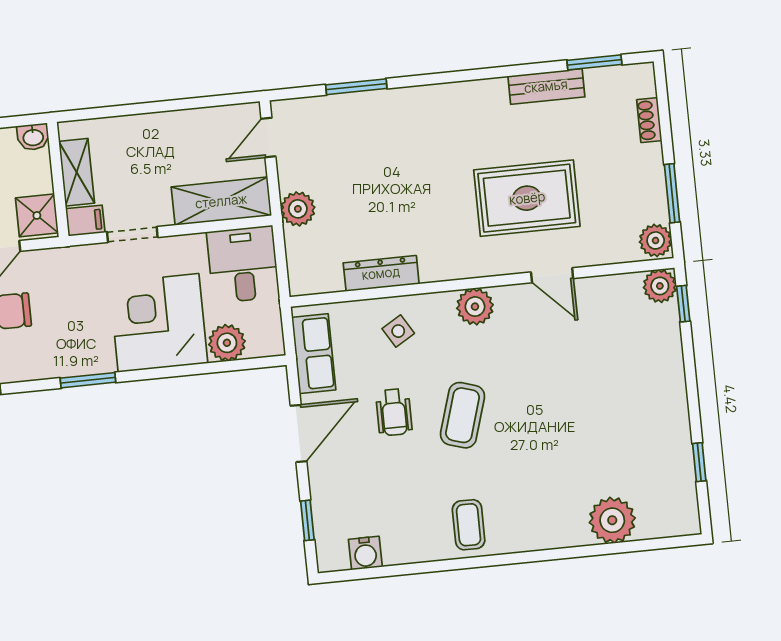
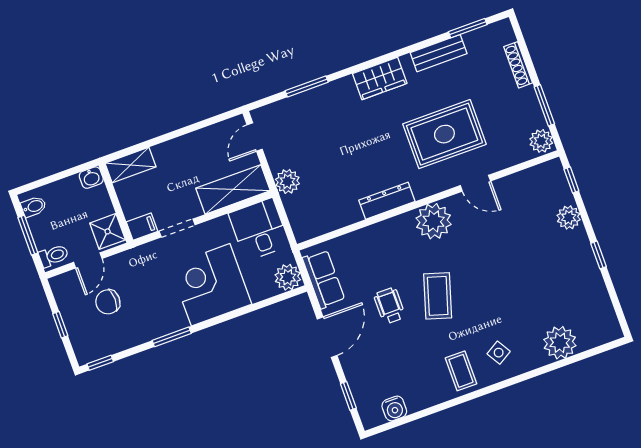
wardrobe: (458, 101) -> (380, 78), added
shoe rack: (649, 120) -> (518, 65), width x1.43
shelving: (77, 172) -> (131, 165), moved, turned 90
dresser: (381, 273) -> (387, 201), moved
plant: (660, 286) -> (569, 217), moved
plant: (475, 307) -> (434, 221), width x1.36, depth x1.36
side table: (398, 331) -> (499, 353), moved
plant: (227, 343) -> (288, 277), moved
wheelchair: (394, 412) -> (390, 306), turned 180
window: (699, 462) -> (599, 255), moved

